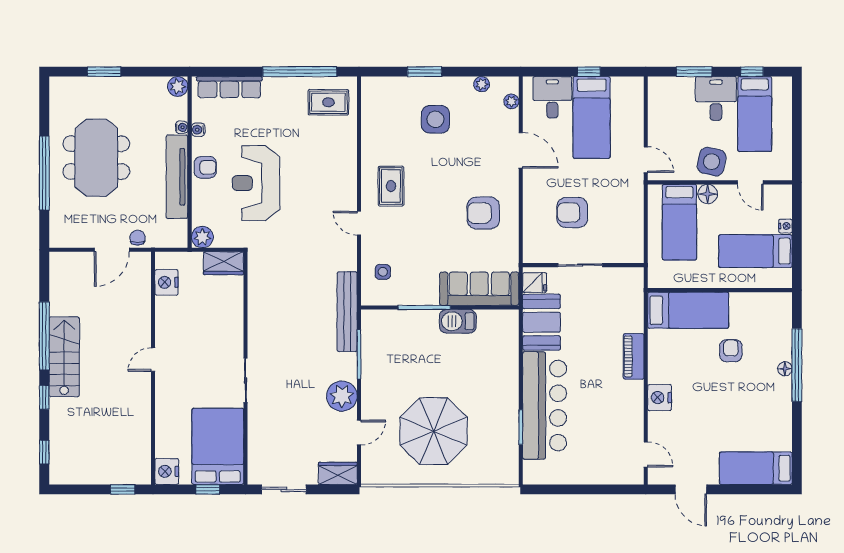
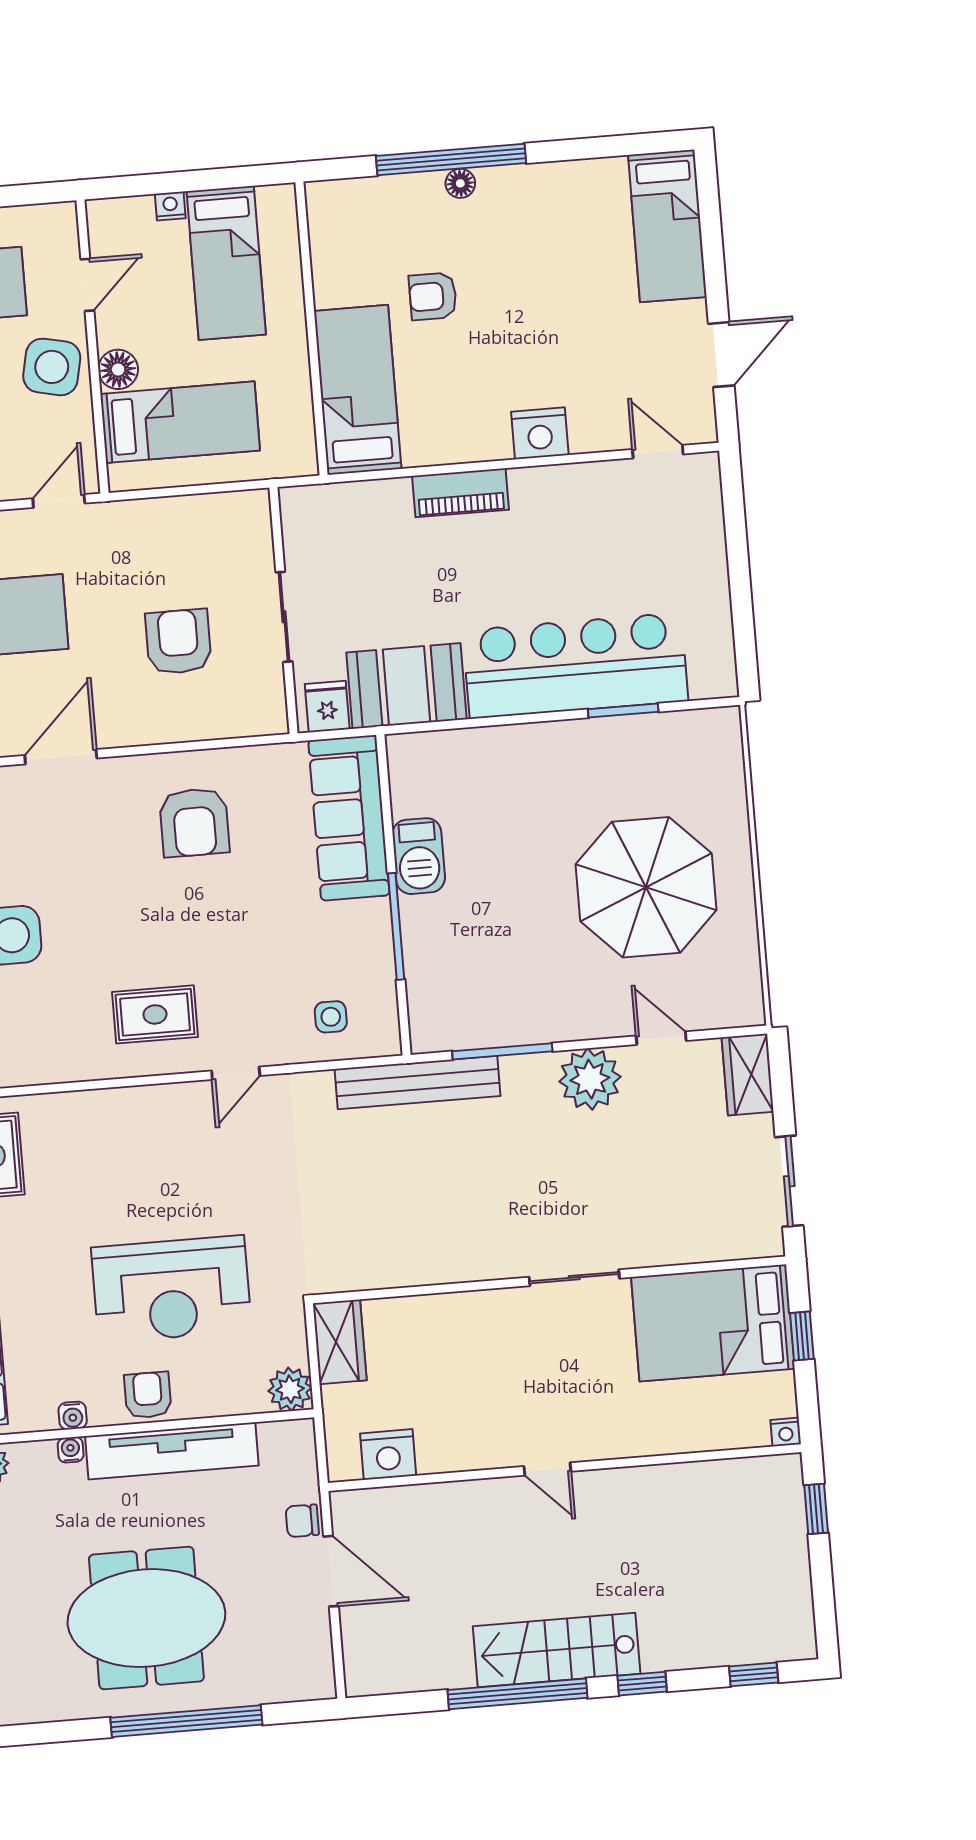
armchair: (572, 212) -> (178, 642), turned 180
door: (646, 454) -> (658, 452), hinge flipped
nightstand: (167, 471) -> (786, 1432), width x0.53, depth x0.56

